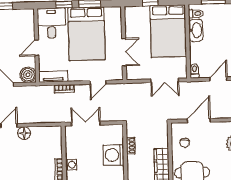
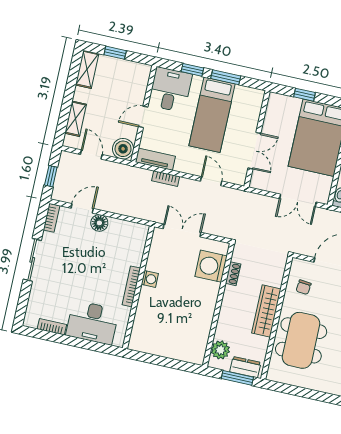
bed: (87, 34) -> (212, 115), width x0.67
door: (98, 82) -> (211, 181), swing flipped
washing machine: (114, 155) -> (211, 266), moved

